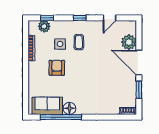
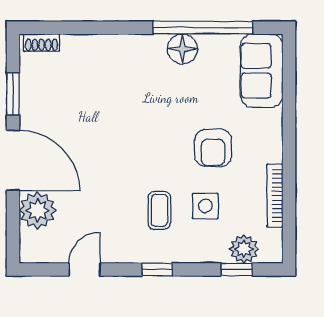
sofa: (47, 106) -> (262, 71), moved, turned 90

